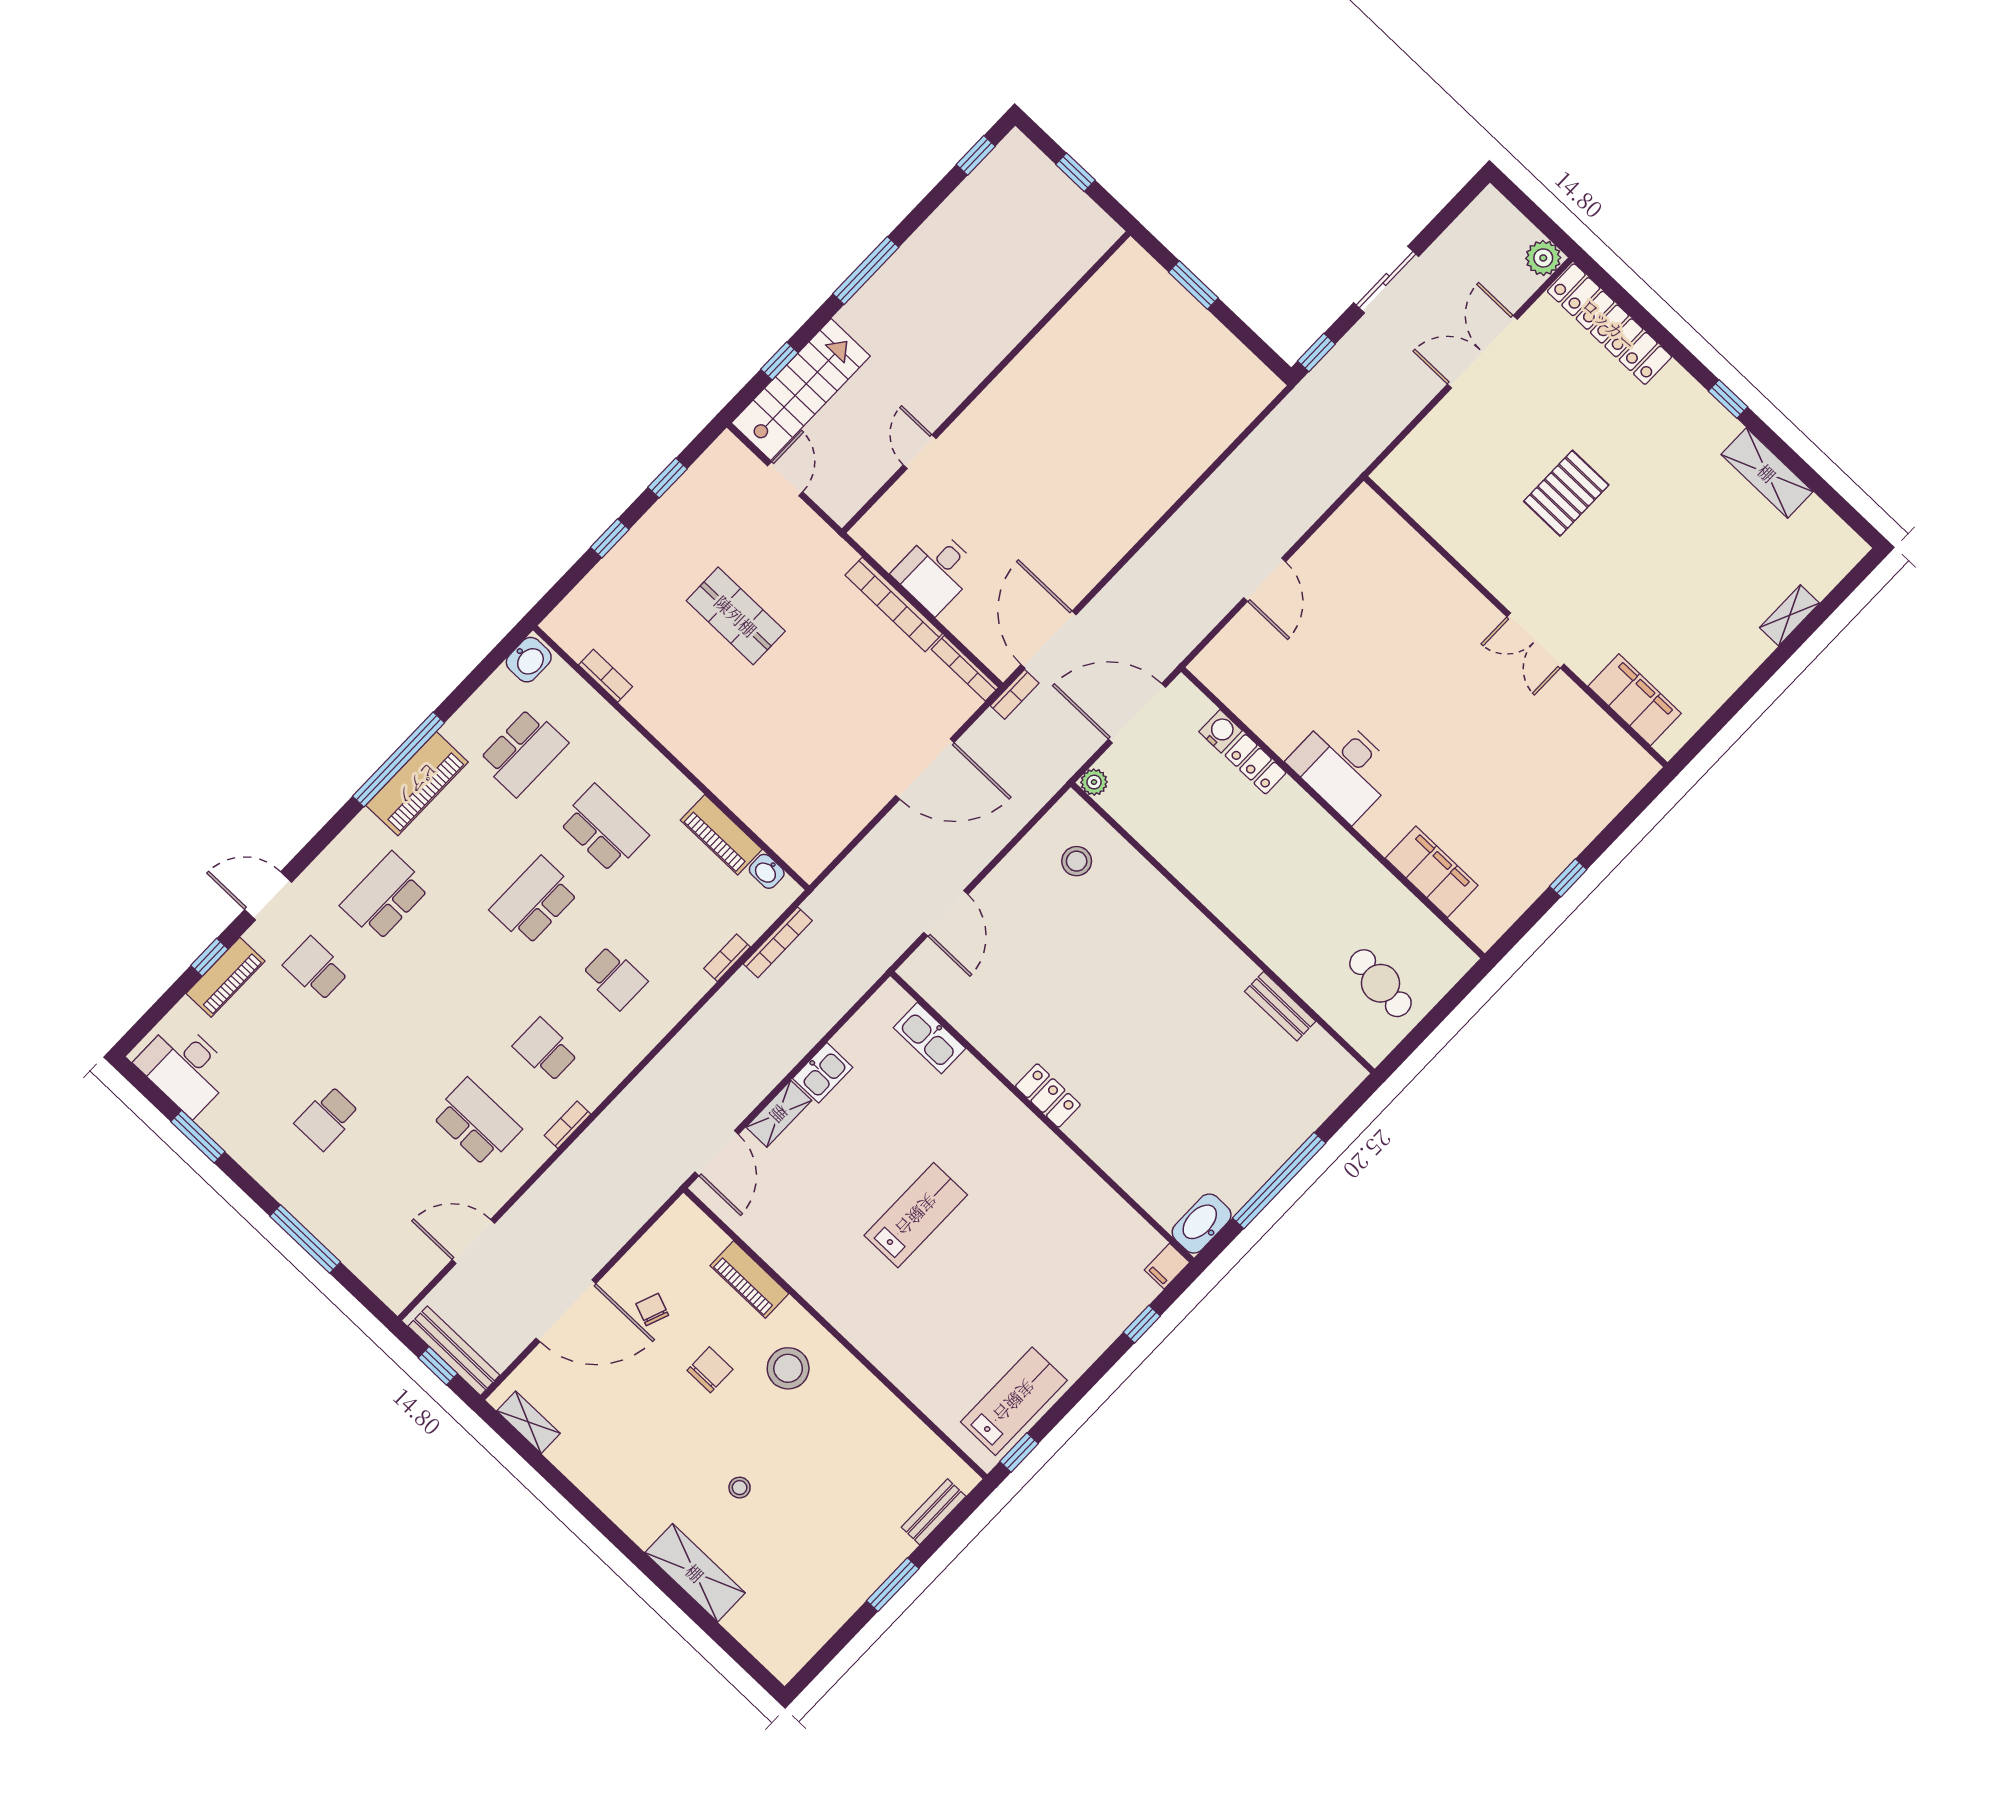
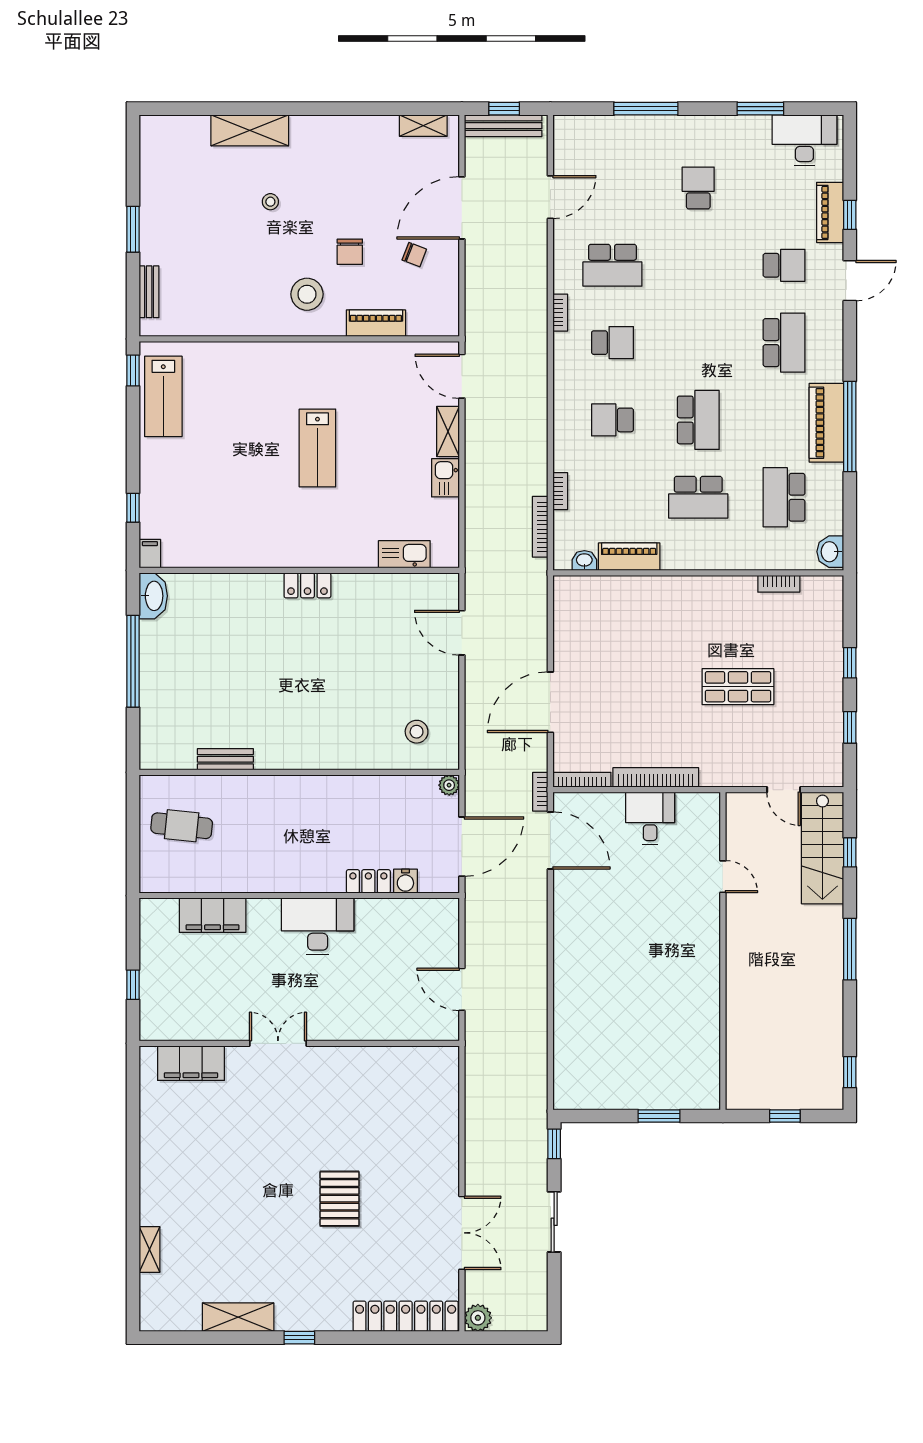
wall: (1516, 621) -> (299, 1043), moved
double door: (1535, 640) -> (278, 1043), moved
filing cabinet: (1635, 700) -> (191, 1063), moved

